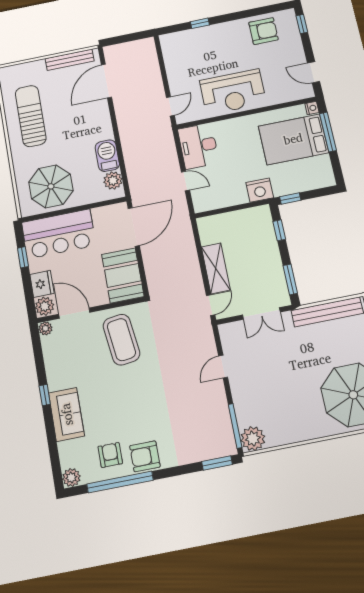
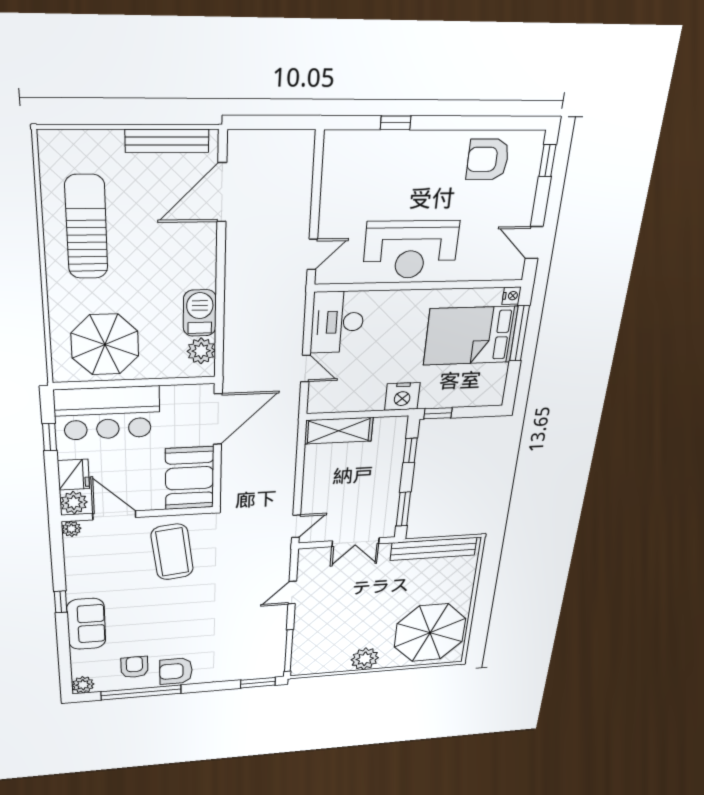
armchair: (263, 31) -> (488, 159), turned 180
shelving: (216, 268) -> (339, 431), moved, turned 90
plant: (253, 439) -> (365, 659), moved

